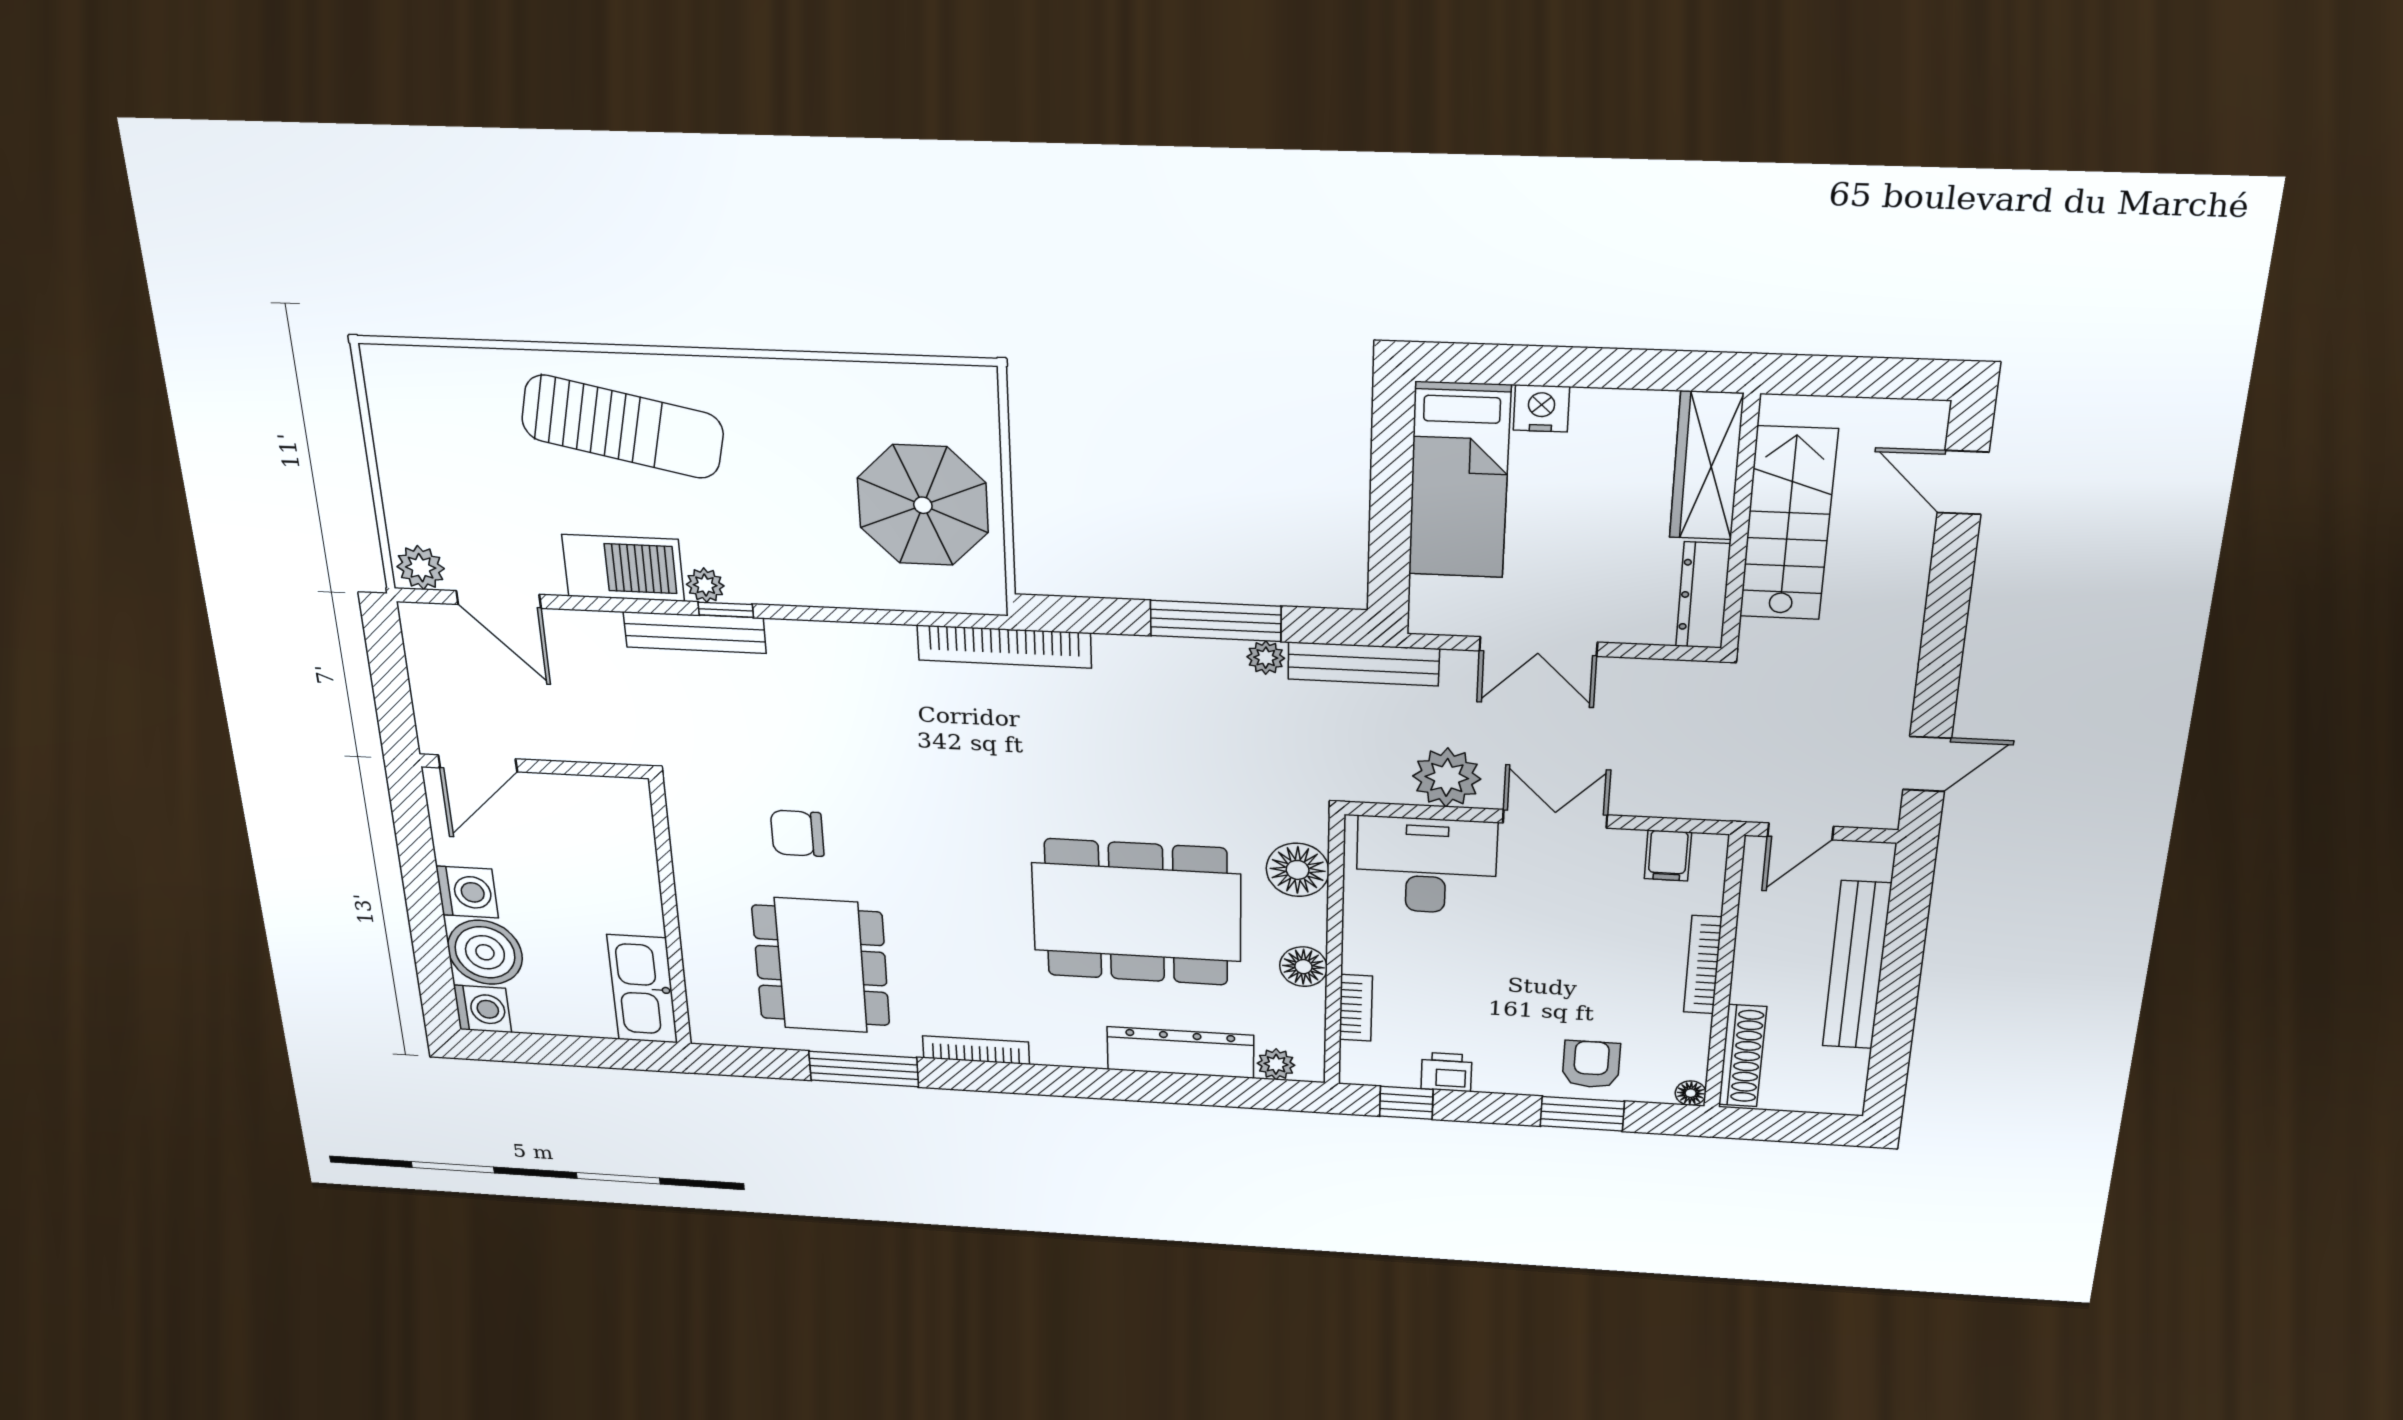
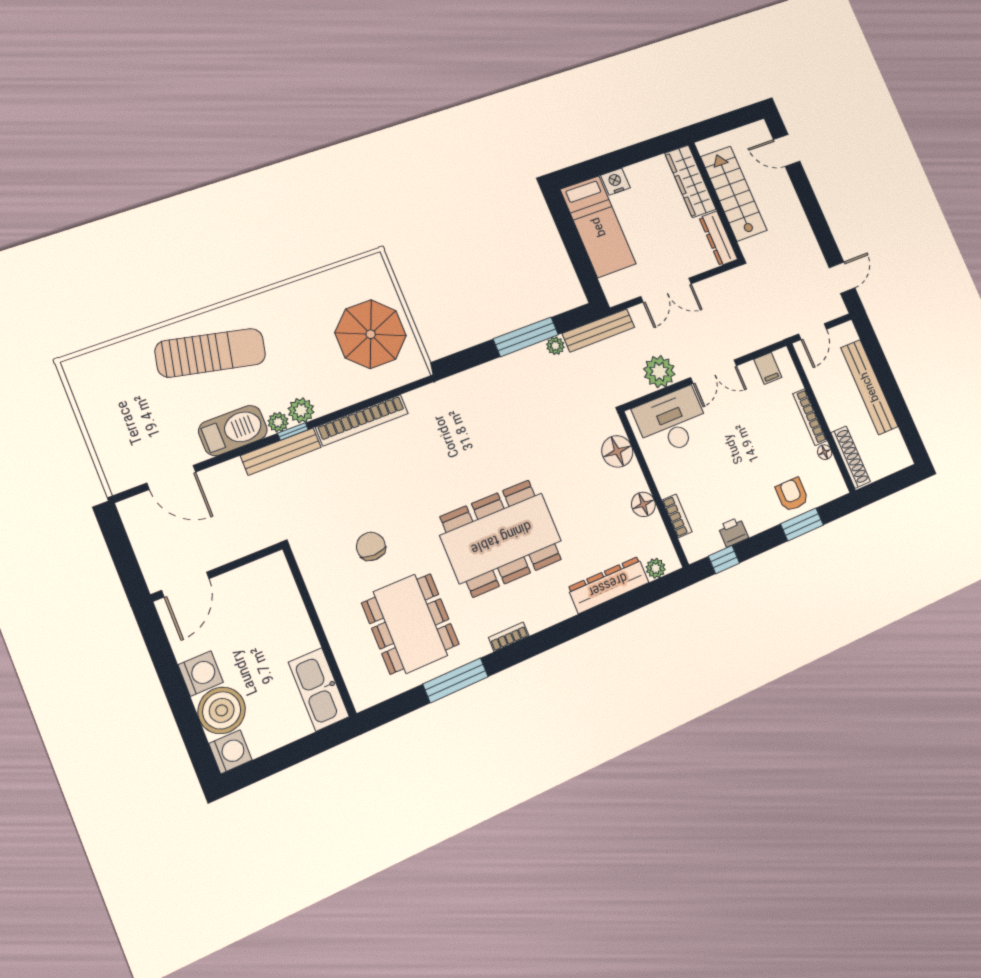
plant: (421, 568) -> (301, 410), moved
bookcase: (1004, 647) -> (362, 420), moved
double door: (1555, 819) -> (714, 372), swing flipped
chair: (797, 833) -> (371, 546), turned 90
dining table: (1137, 912) -> (501, 538), moved
bookcase: (976, 1050) -> (509, 637), width x0.64
floor lamp: (1691, 1093) -> (825, 452), moved

